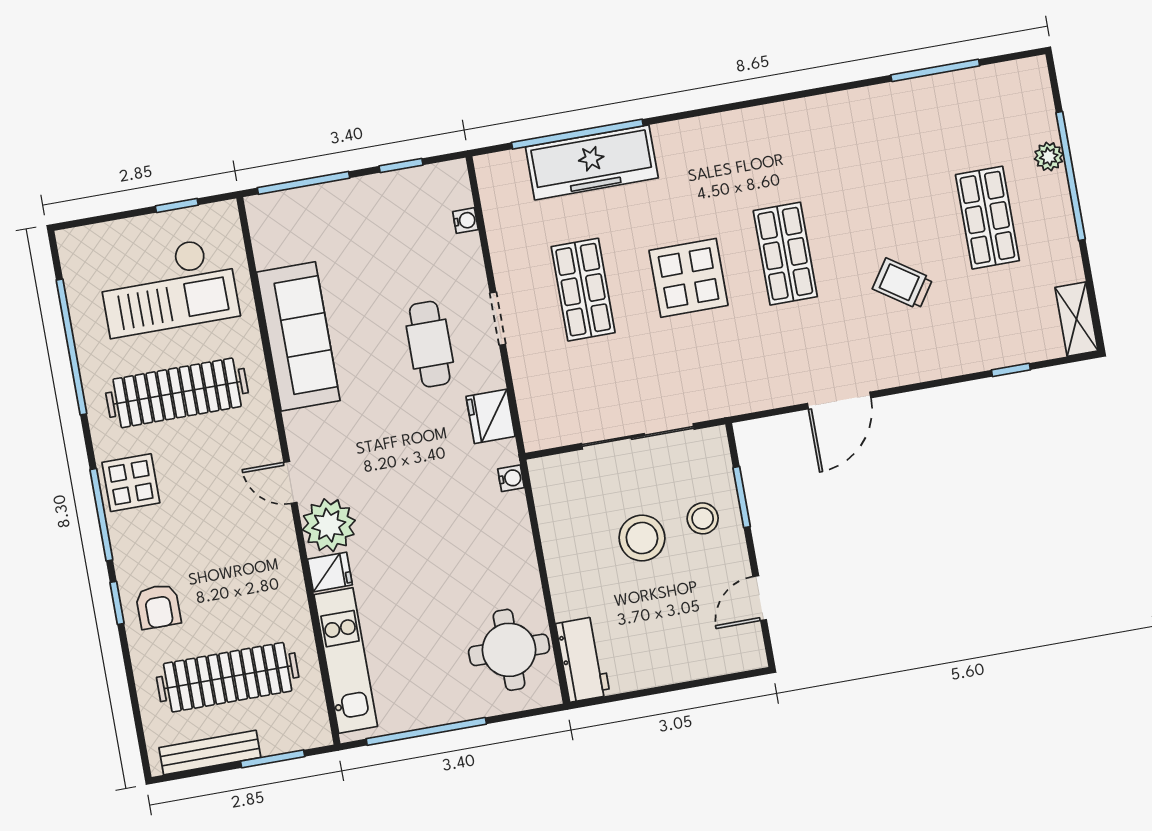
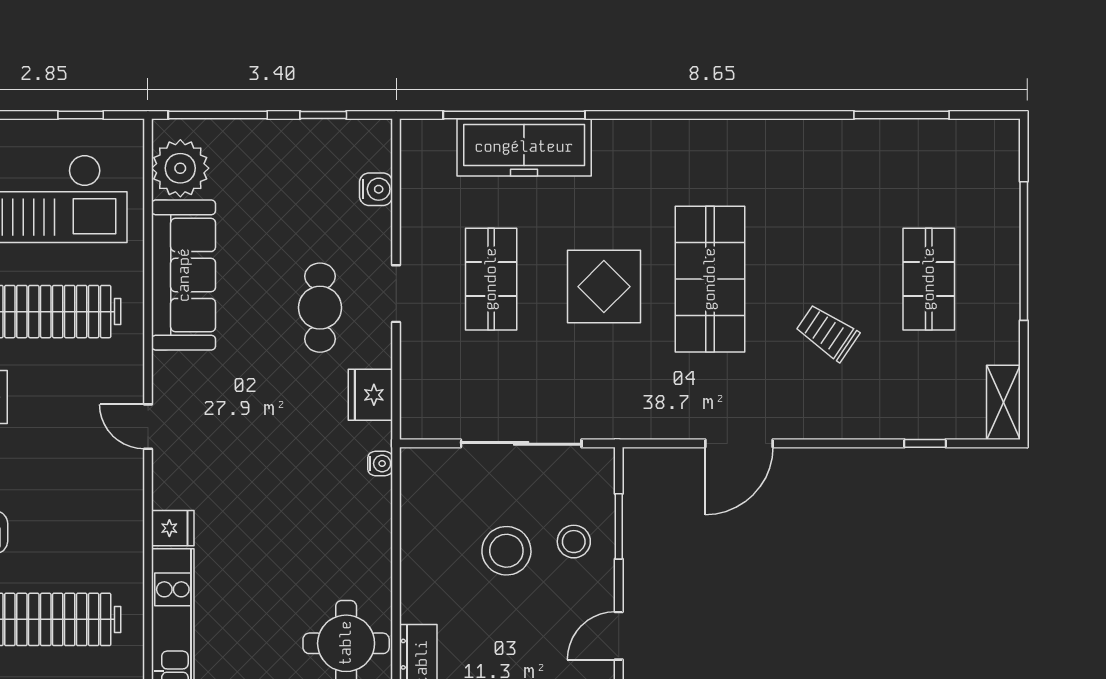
plant: (1049, 157) -> (1005, 227), removed
water cooler: (465, 221) -> (376, 189), width x1.38, depth x1.38
shop shelf: (785, 254) -> (710, 279), width x1.43, depth x1.36
plant: (329, 525) -> (180, 168), moved

